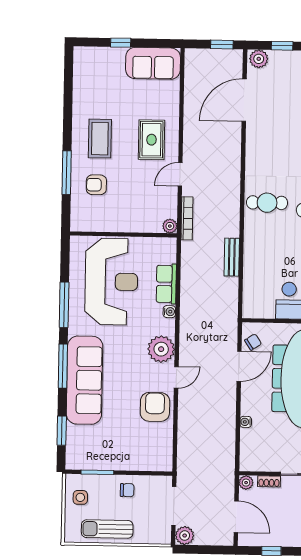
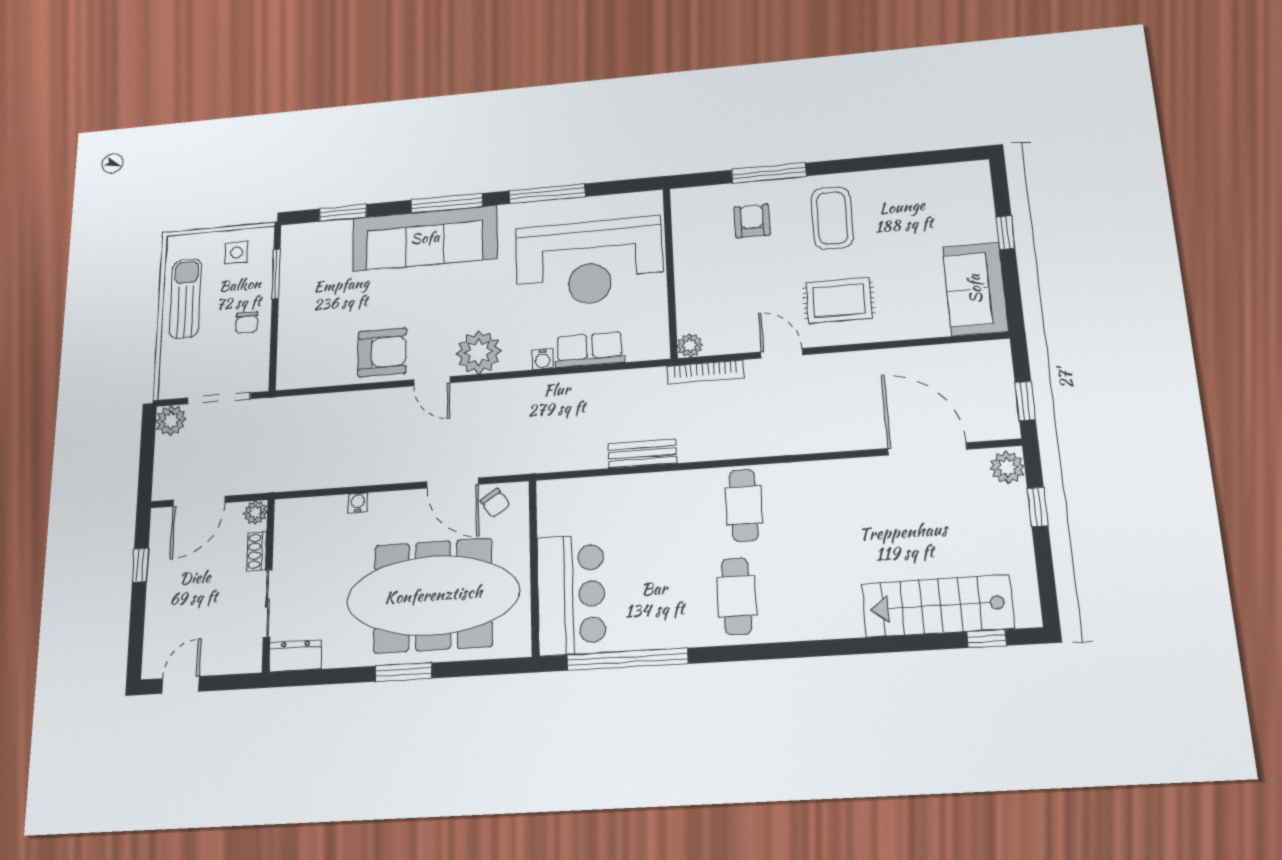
coffee table: (100, 139) -> (832, 218), turned 90

